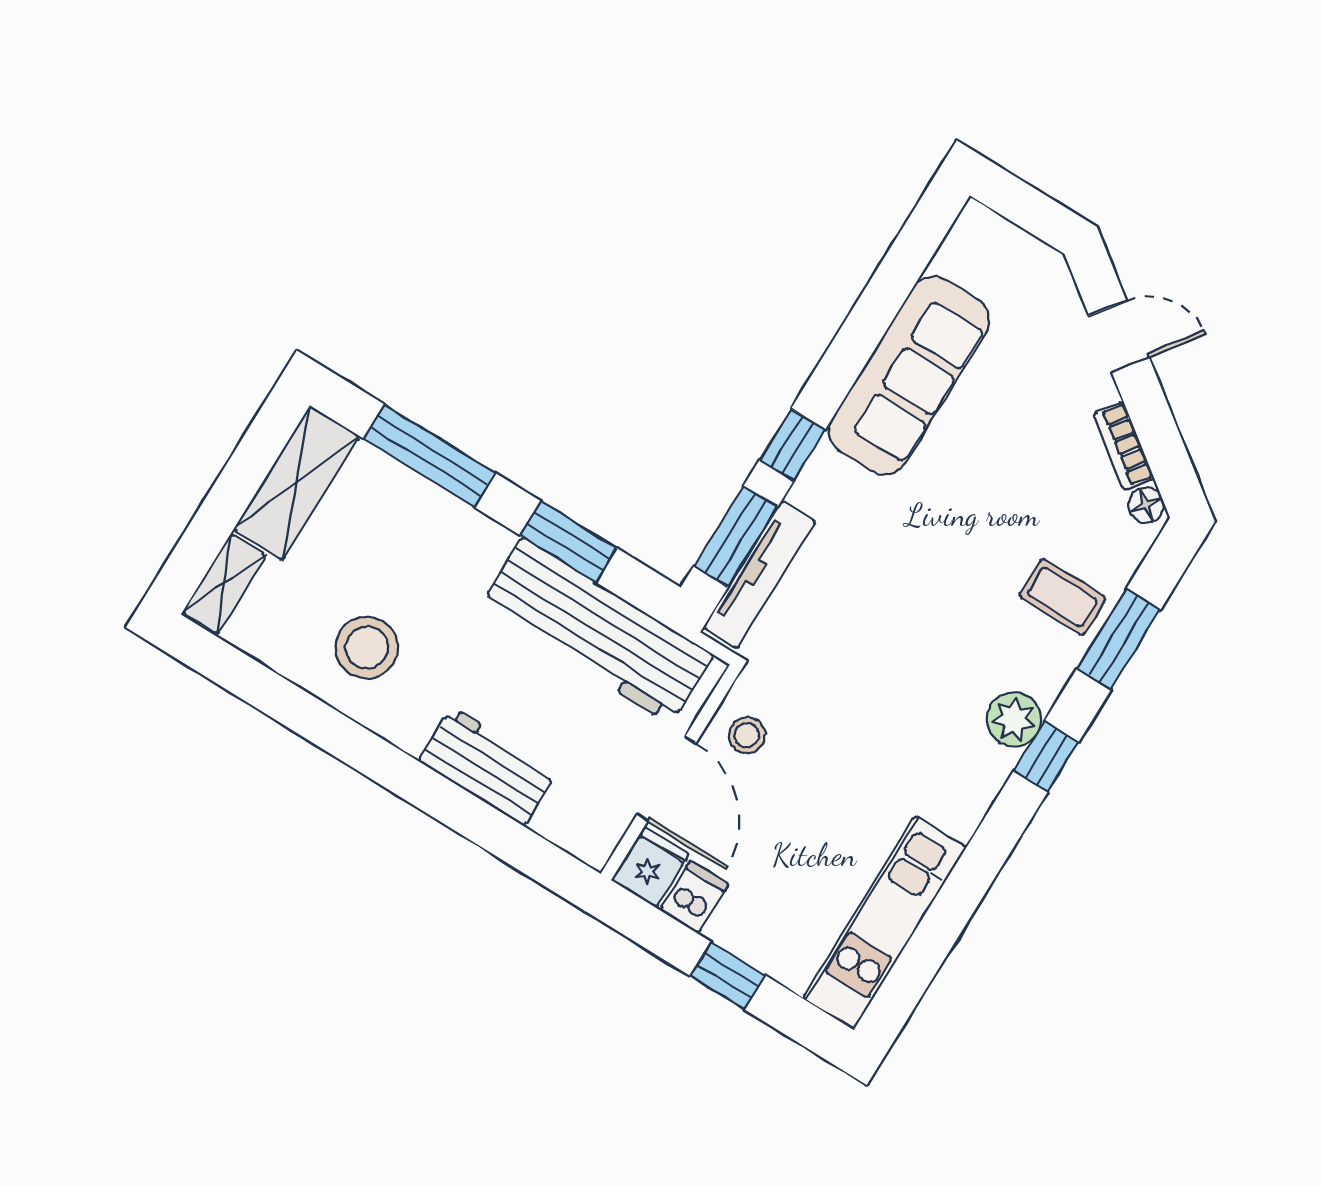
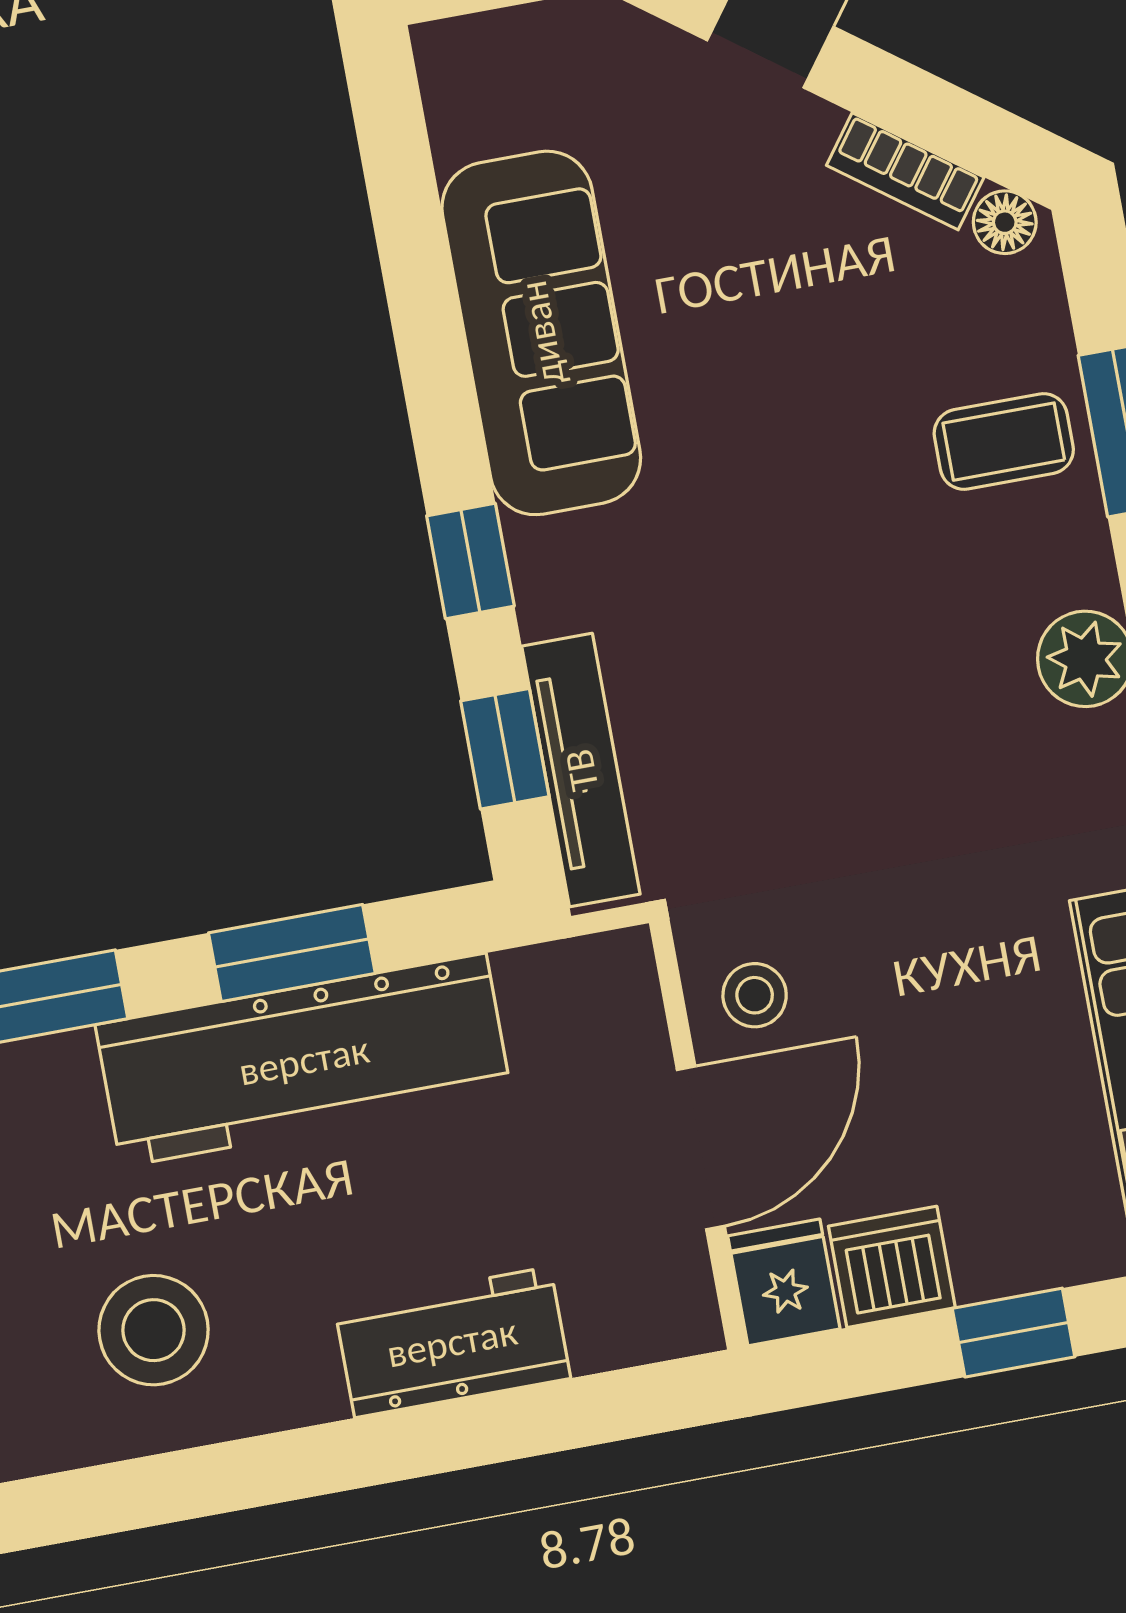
window: (736, 537) -> (505, 749), width x0.67
workbench: (597, 631) -> (304, 1060), moved
door: (666, 779) -> (701, 1148), hinge flipped
dishwasher: (694, 897) -> (892, 1267), width x1.38

